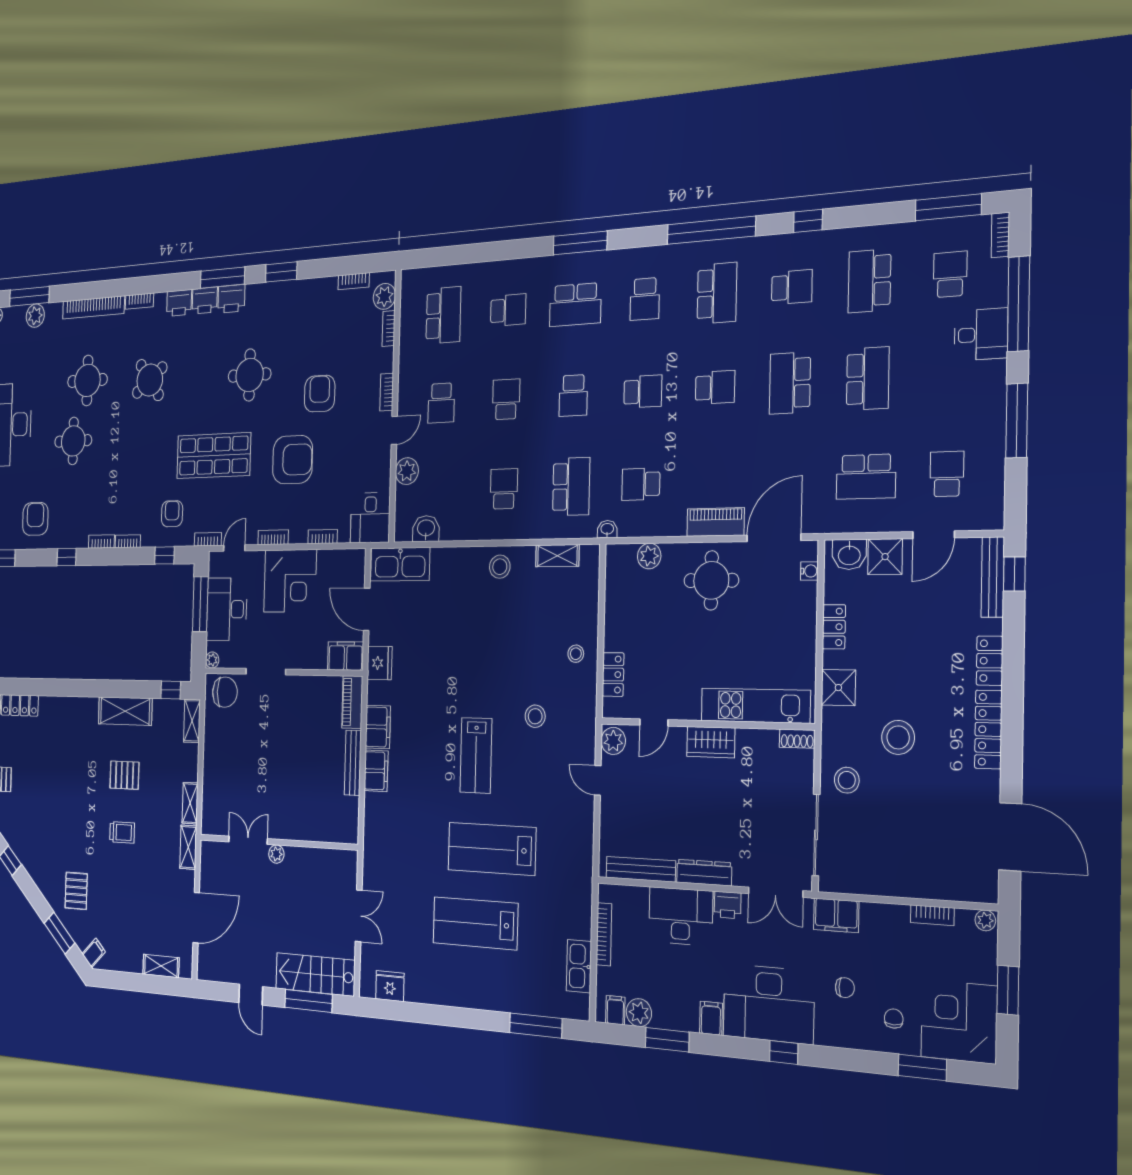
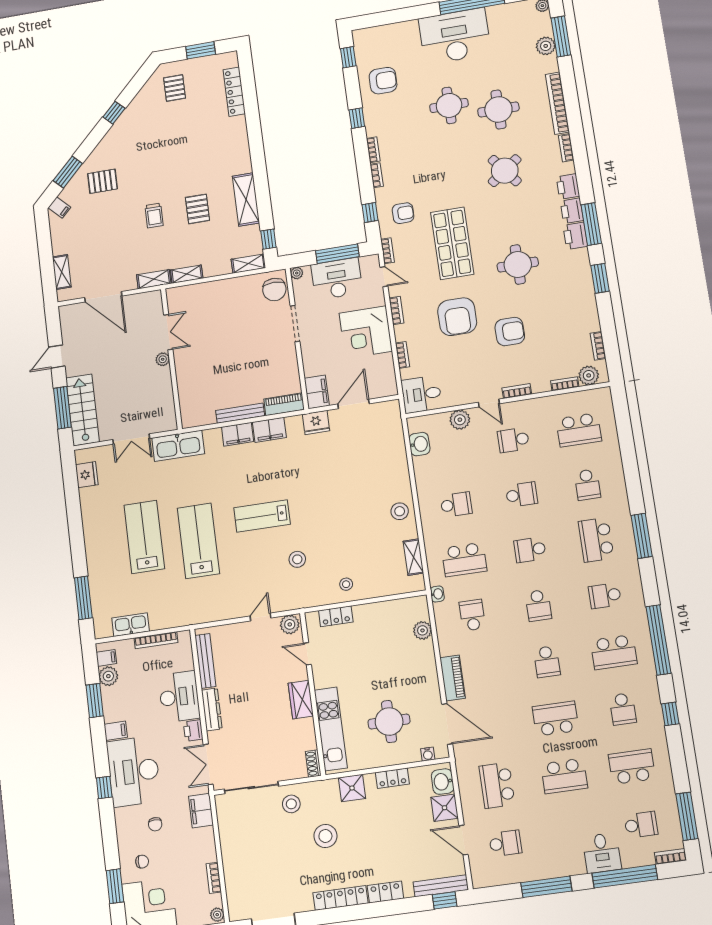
kitchen sink: (400, 564) -> (178, 446), moved, turned -90
round table: (711, 580) -> (389, 722), moved

